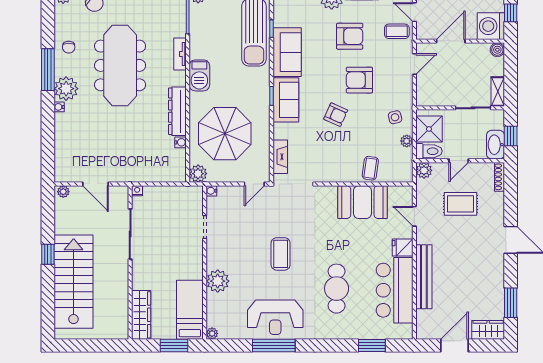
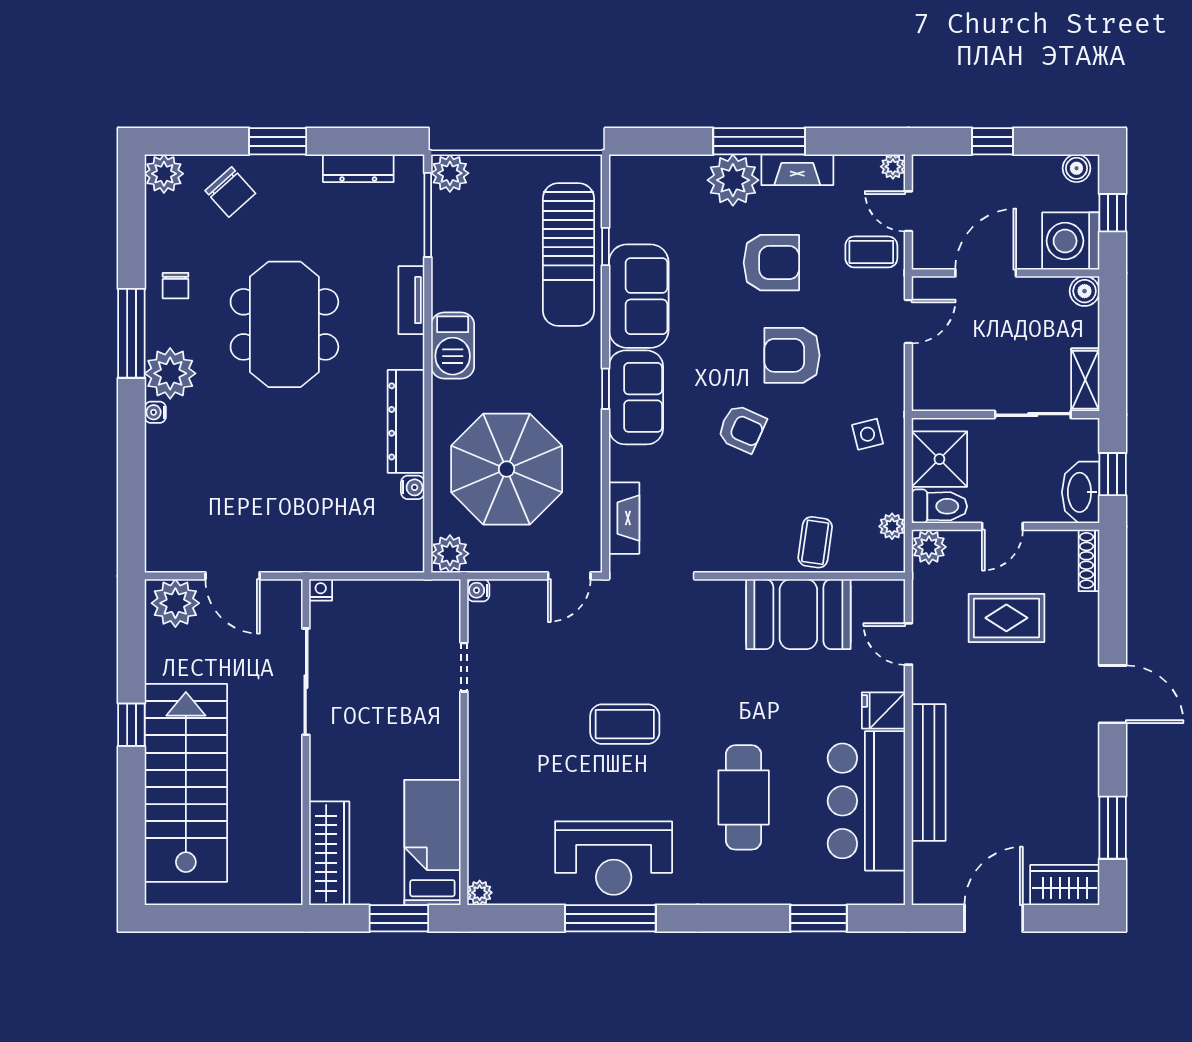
meeting table: (120, 65) -> (284, 324), width x0.73
plant: (407, 141) -> (892, 526), moved
plant: (63, 192) -> (175, 603), width x1.88, depth x1.88
coffee table: (281, 254) -> (625, 724), turned 90
plant: (218, 281) -> (491, 781), removed

